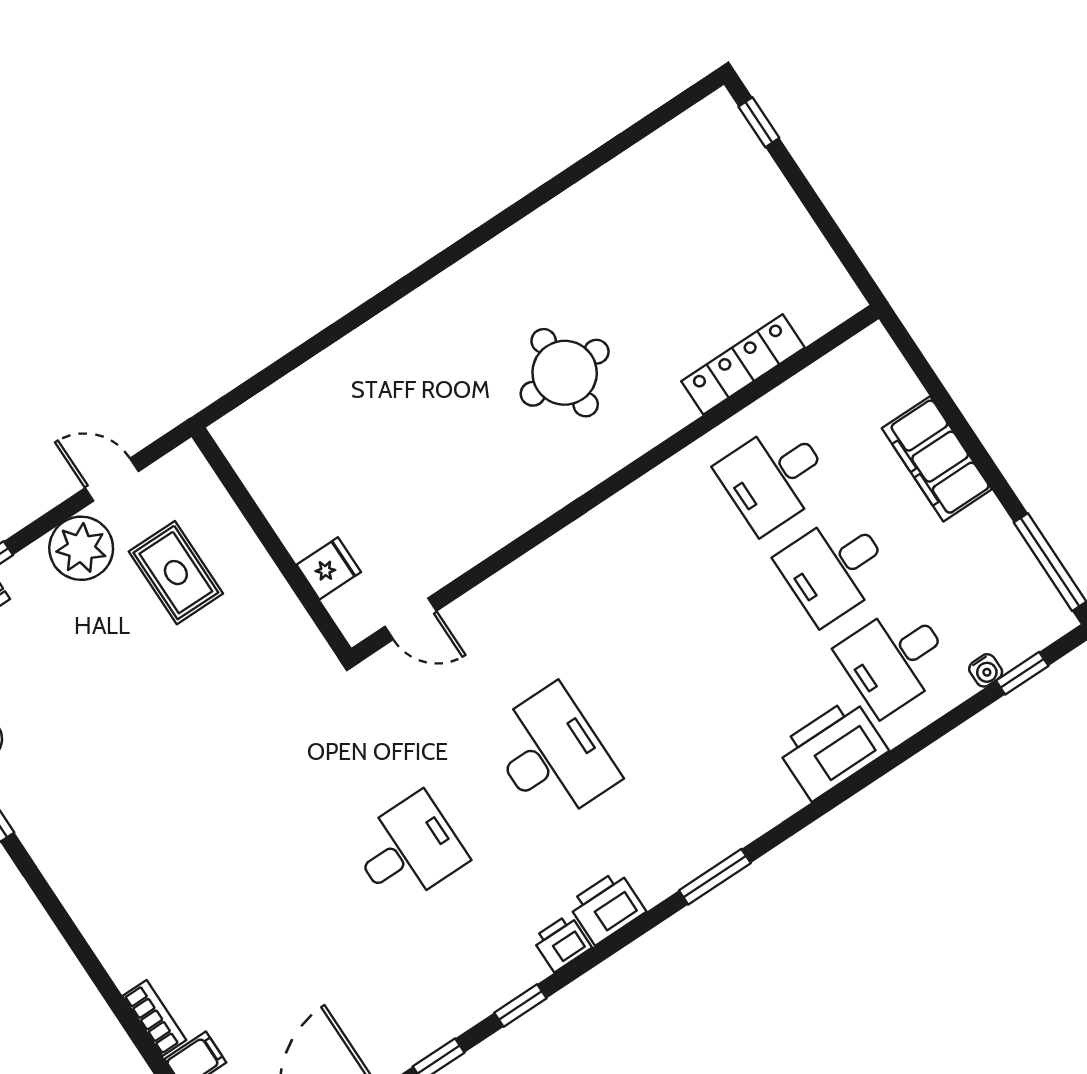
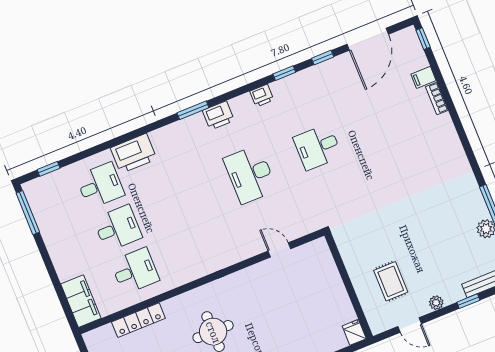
filing cabinet: (937, 459) -> (81, 301), moved
plant: (81, 548) -> (436, 303), width x0.53, depth x0.53
fridge: (329, 568) -> (354, 332), moved, turned 90
door: (411, 619) -> (279, 250), moved
water cooler: (986, 670) -> (64, 173), removed
printer: (607, 907) -> (218, 115), moved

